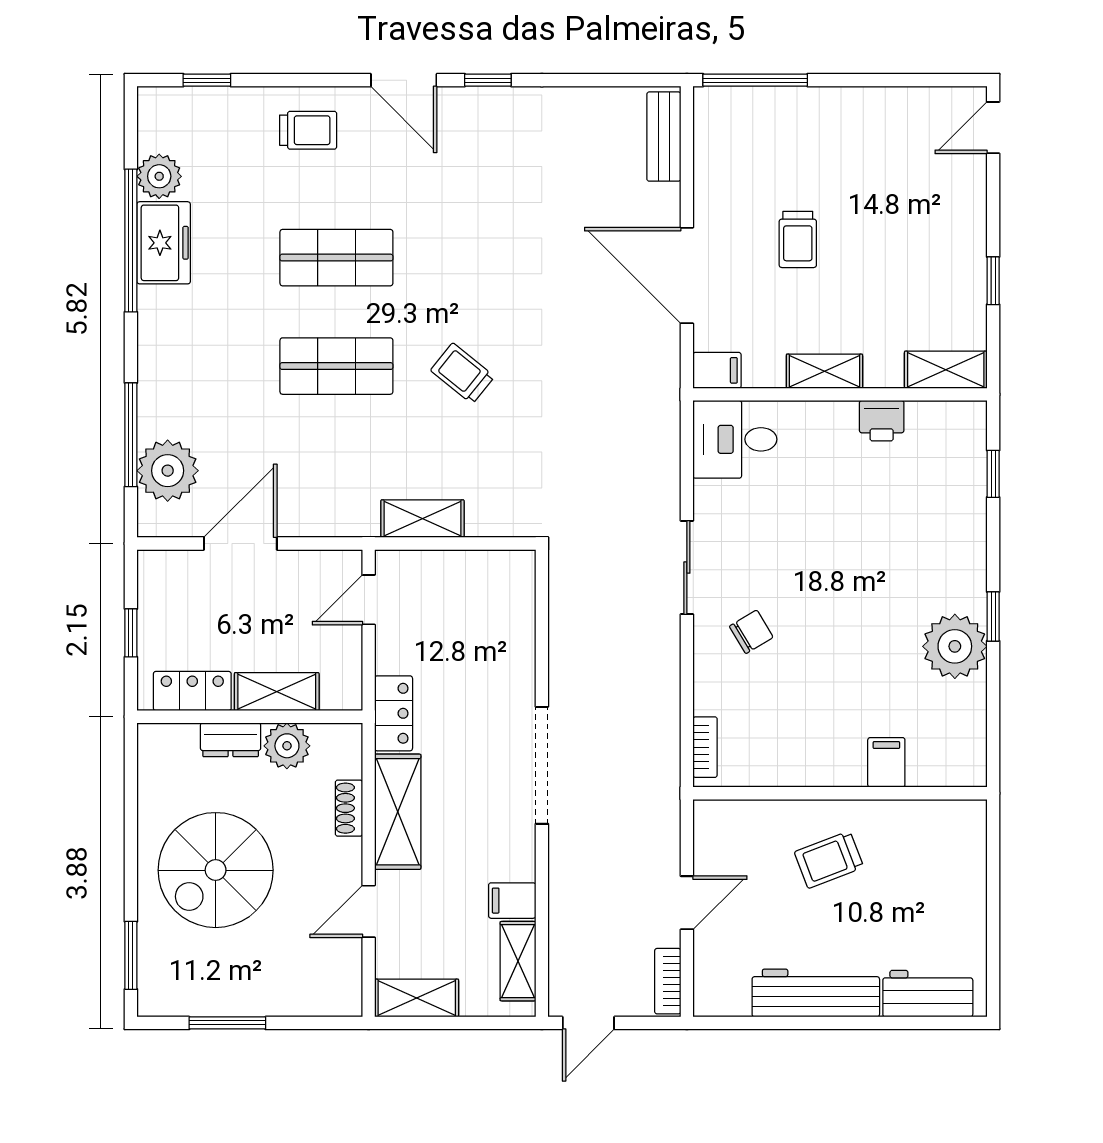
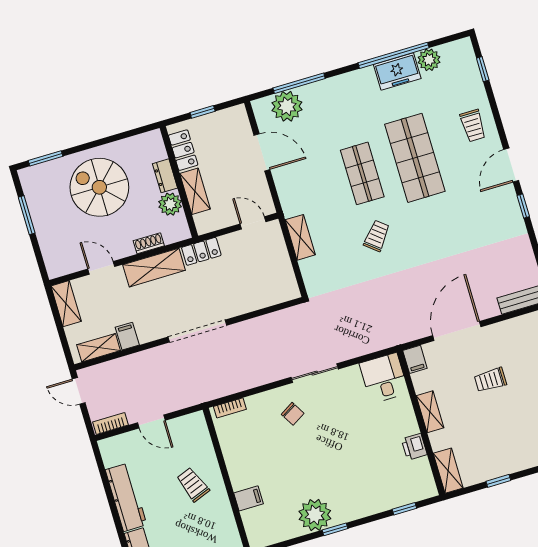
shop shelf: (336, 258) -> (415, 158), width x1.43, depth x1.36

